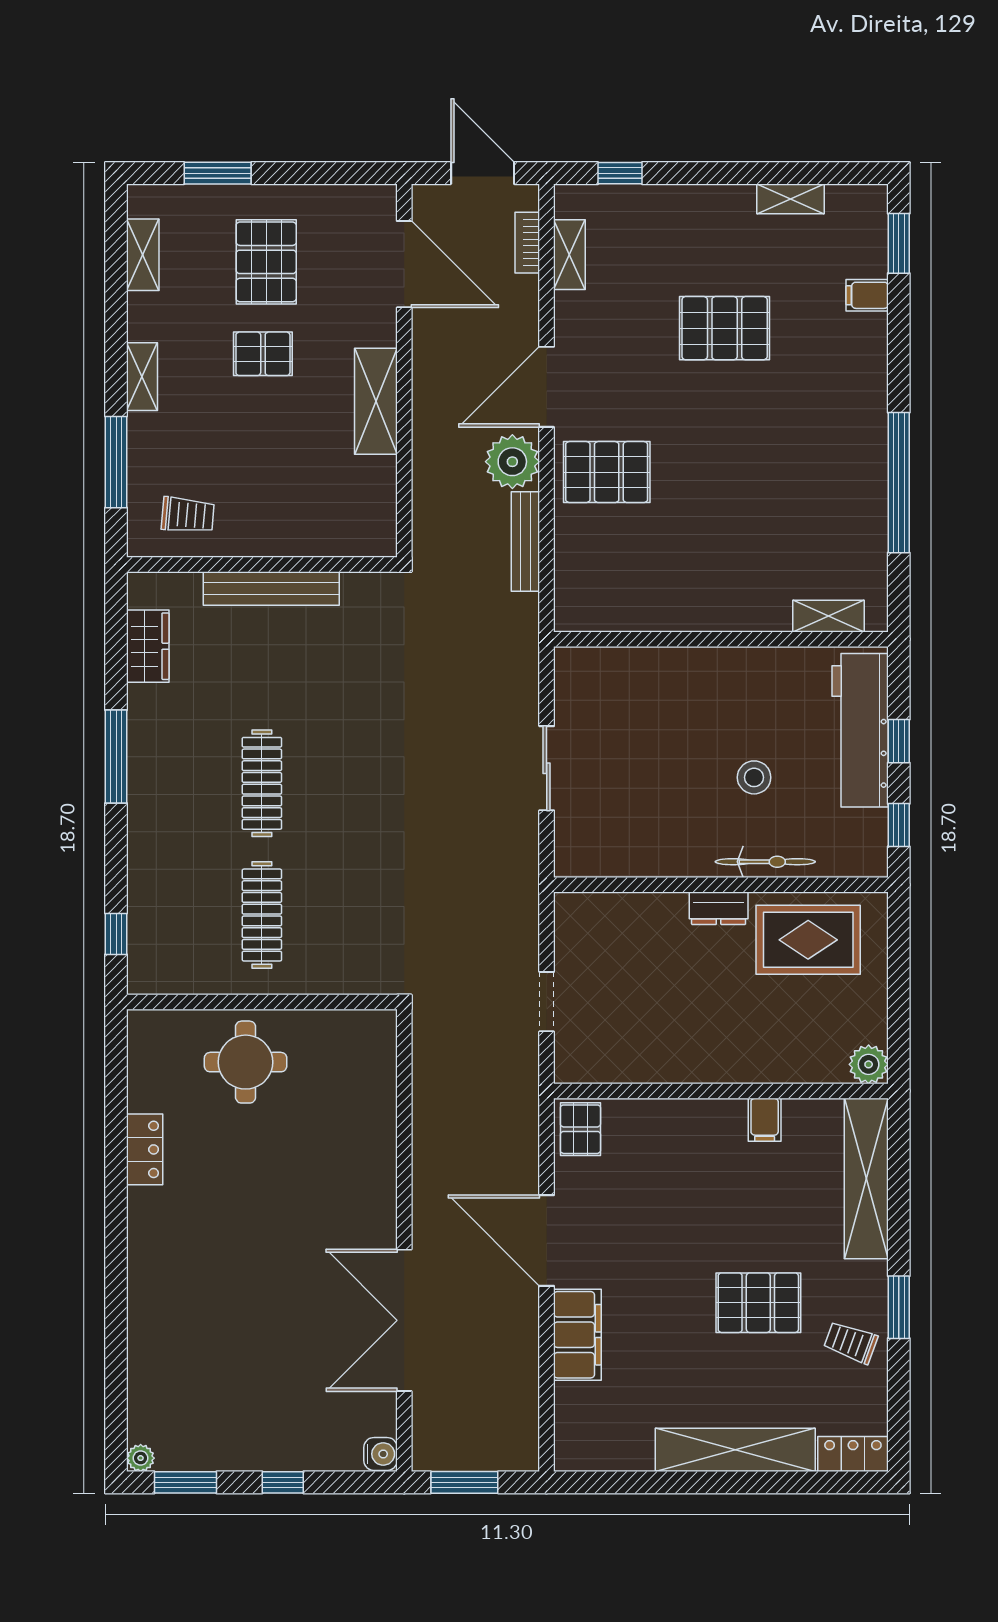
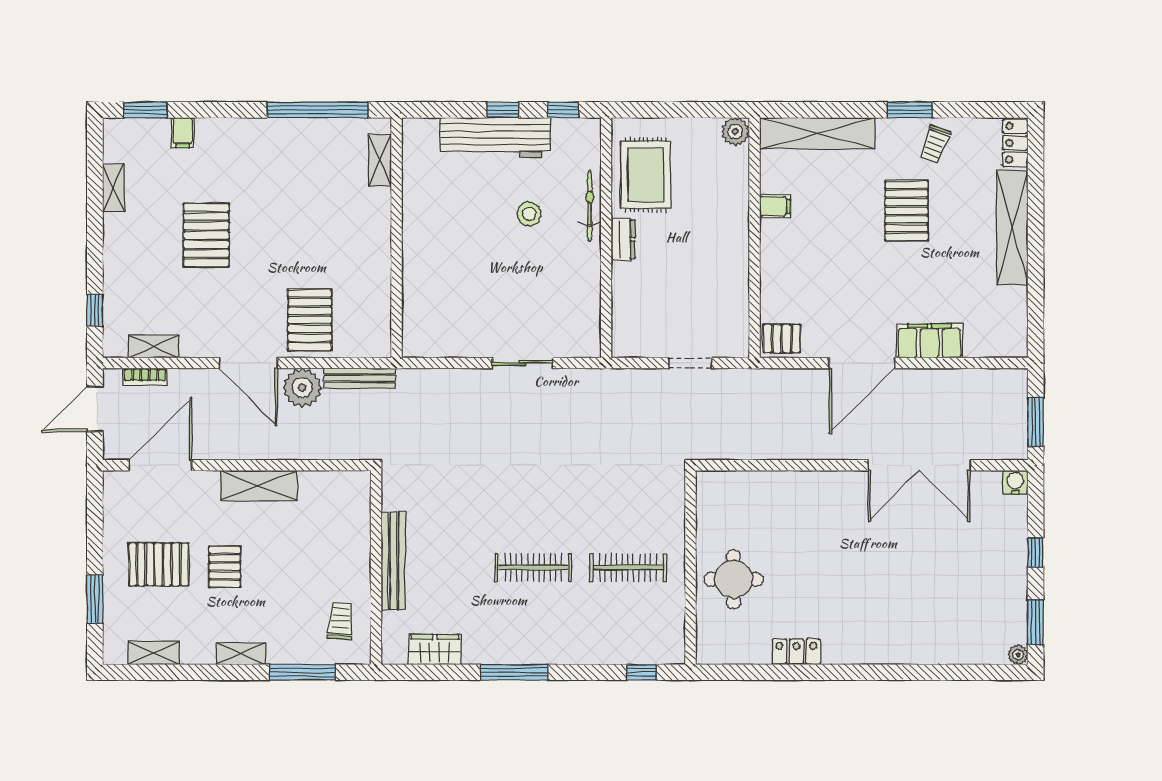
shelving: (828, 616) -> (380, 160), moved
wall: (721, 639) -> (397, 238), moved

